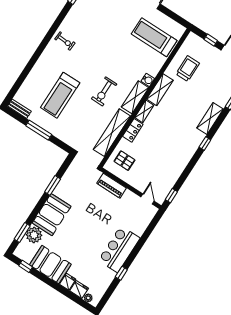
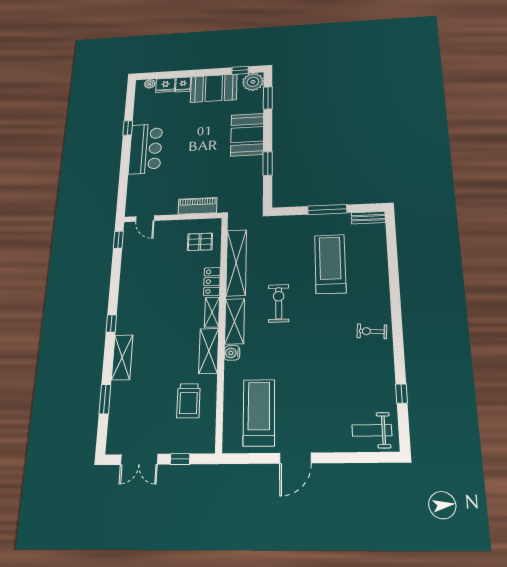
treadmill: (154, 37) -> (259, 413), turned -90
plant: (34, 235) -> (253, 82), moved

